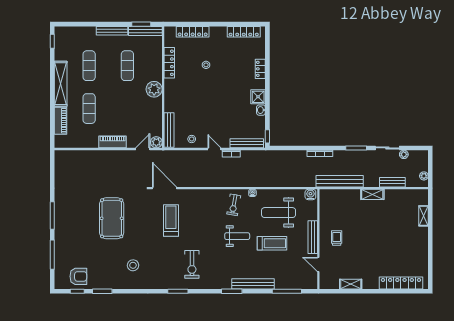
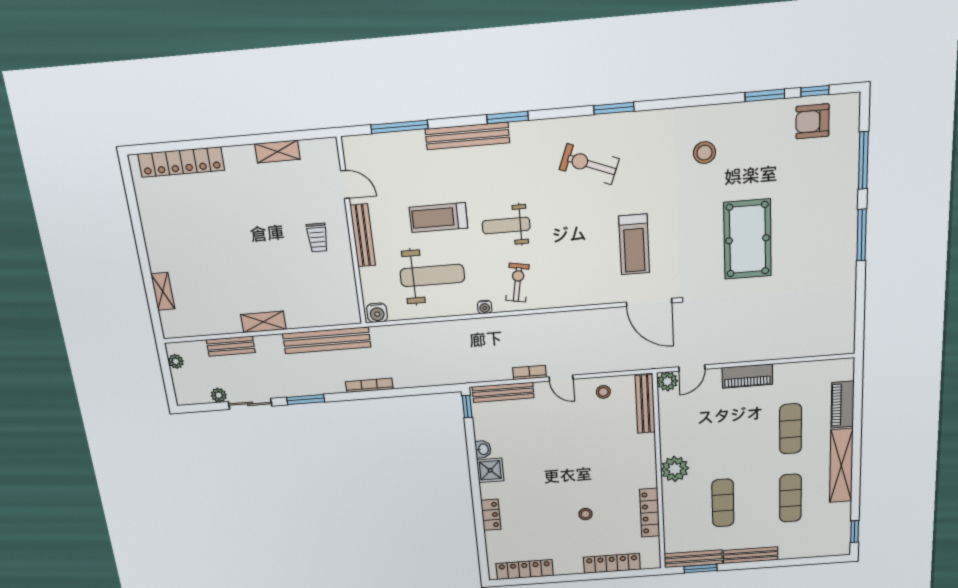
exercise bike: (192, 264) -> (589, 164), turned -69

